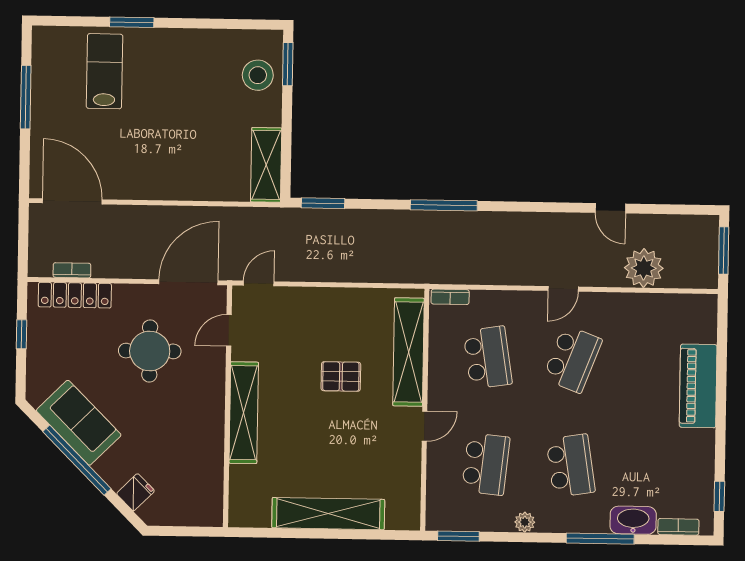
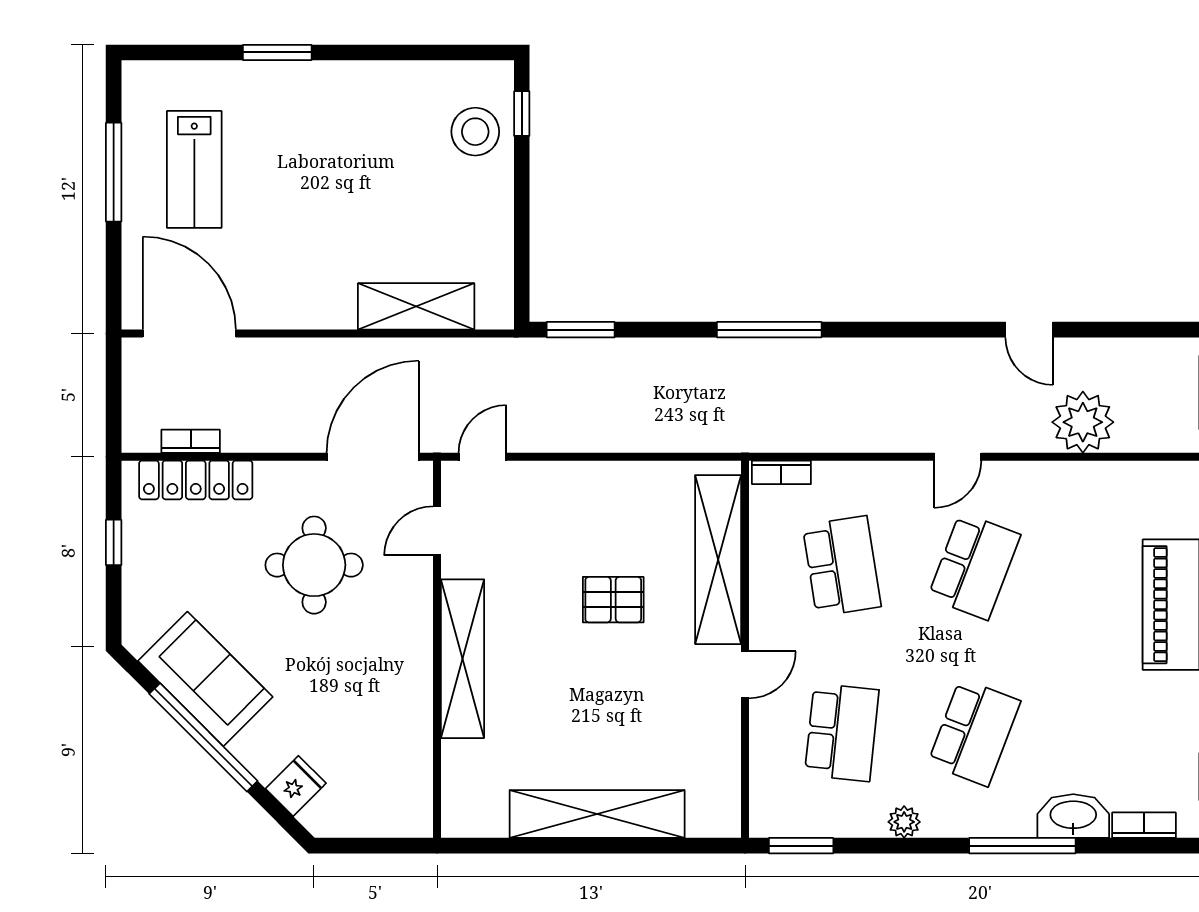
window: (288, 64) -> (522, 114), width x0.67
lab bench: (104, 71) -> (194, 169), moved, turned 180
shelving: (266, 165) -> (416, 306), moved, turned 90
school desk: (571, 466) -> (974, 732), turned 30

